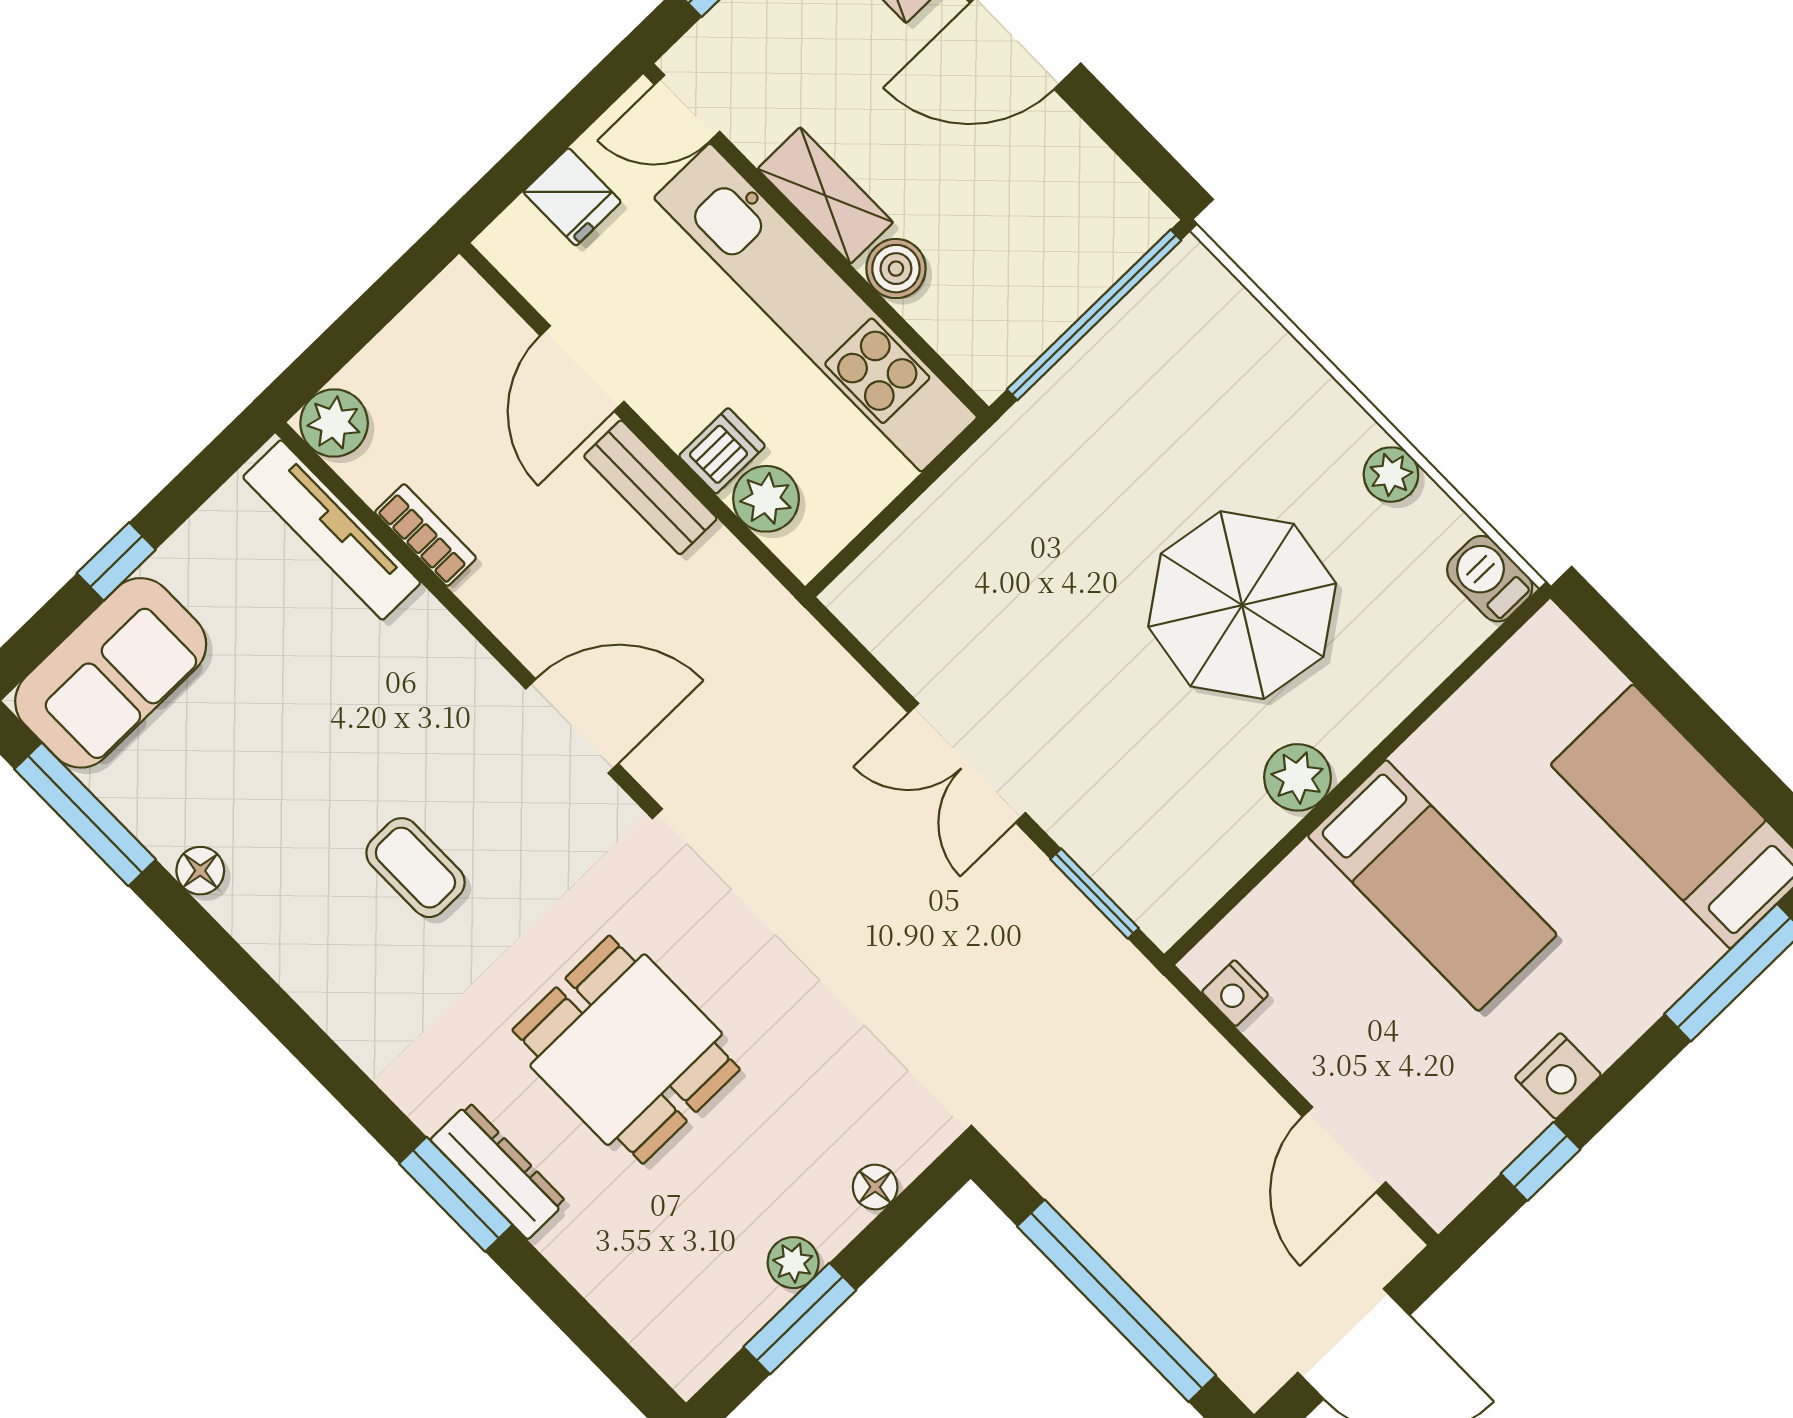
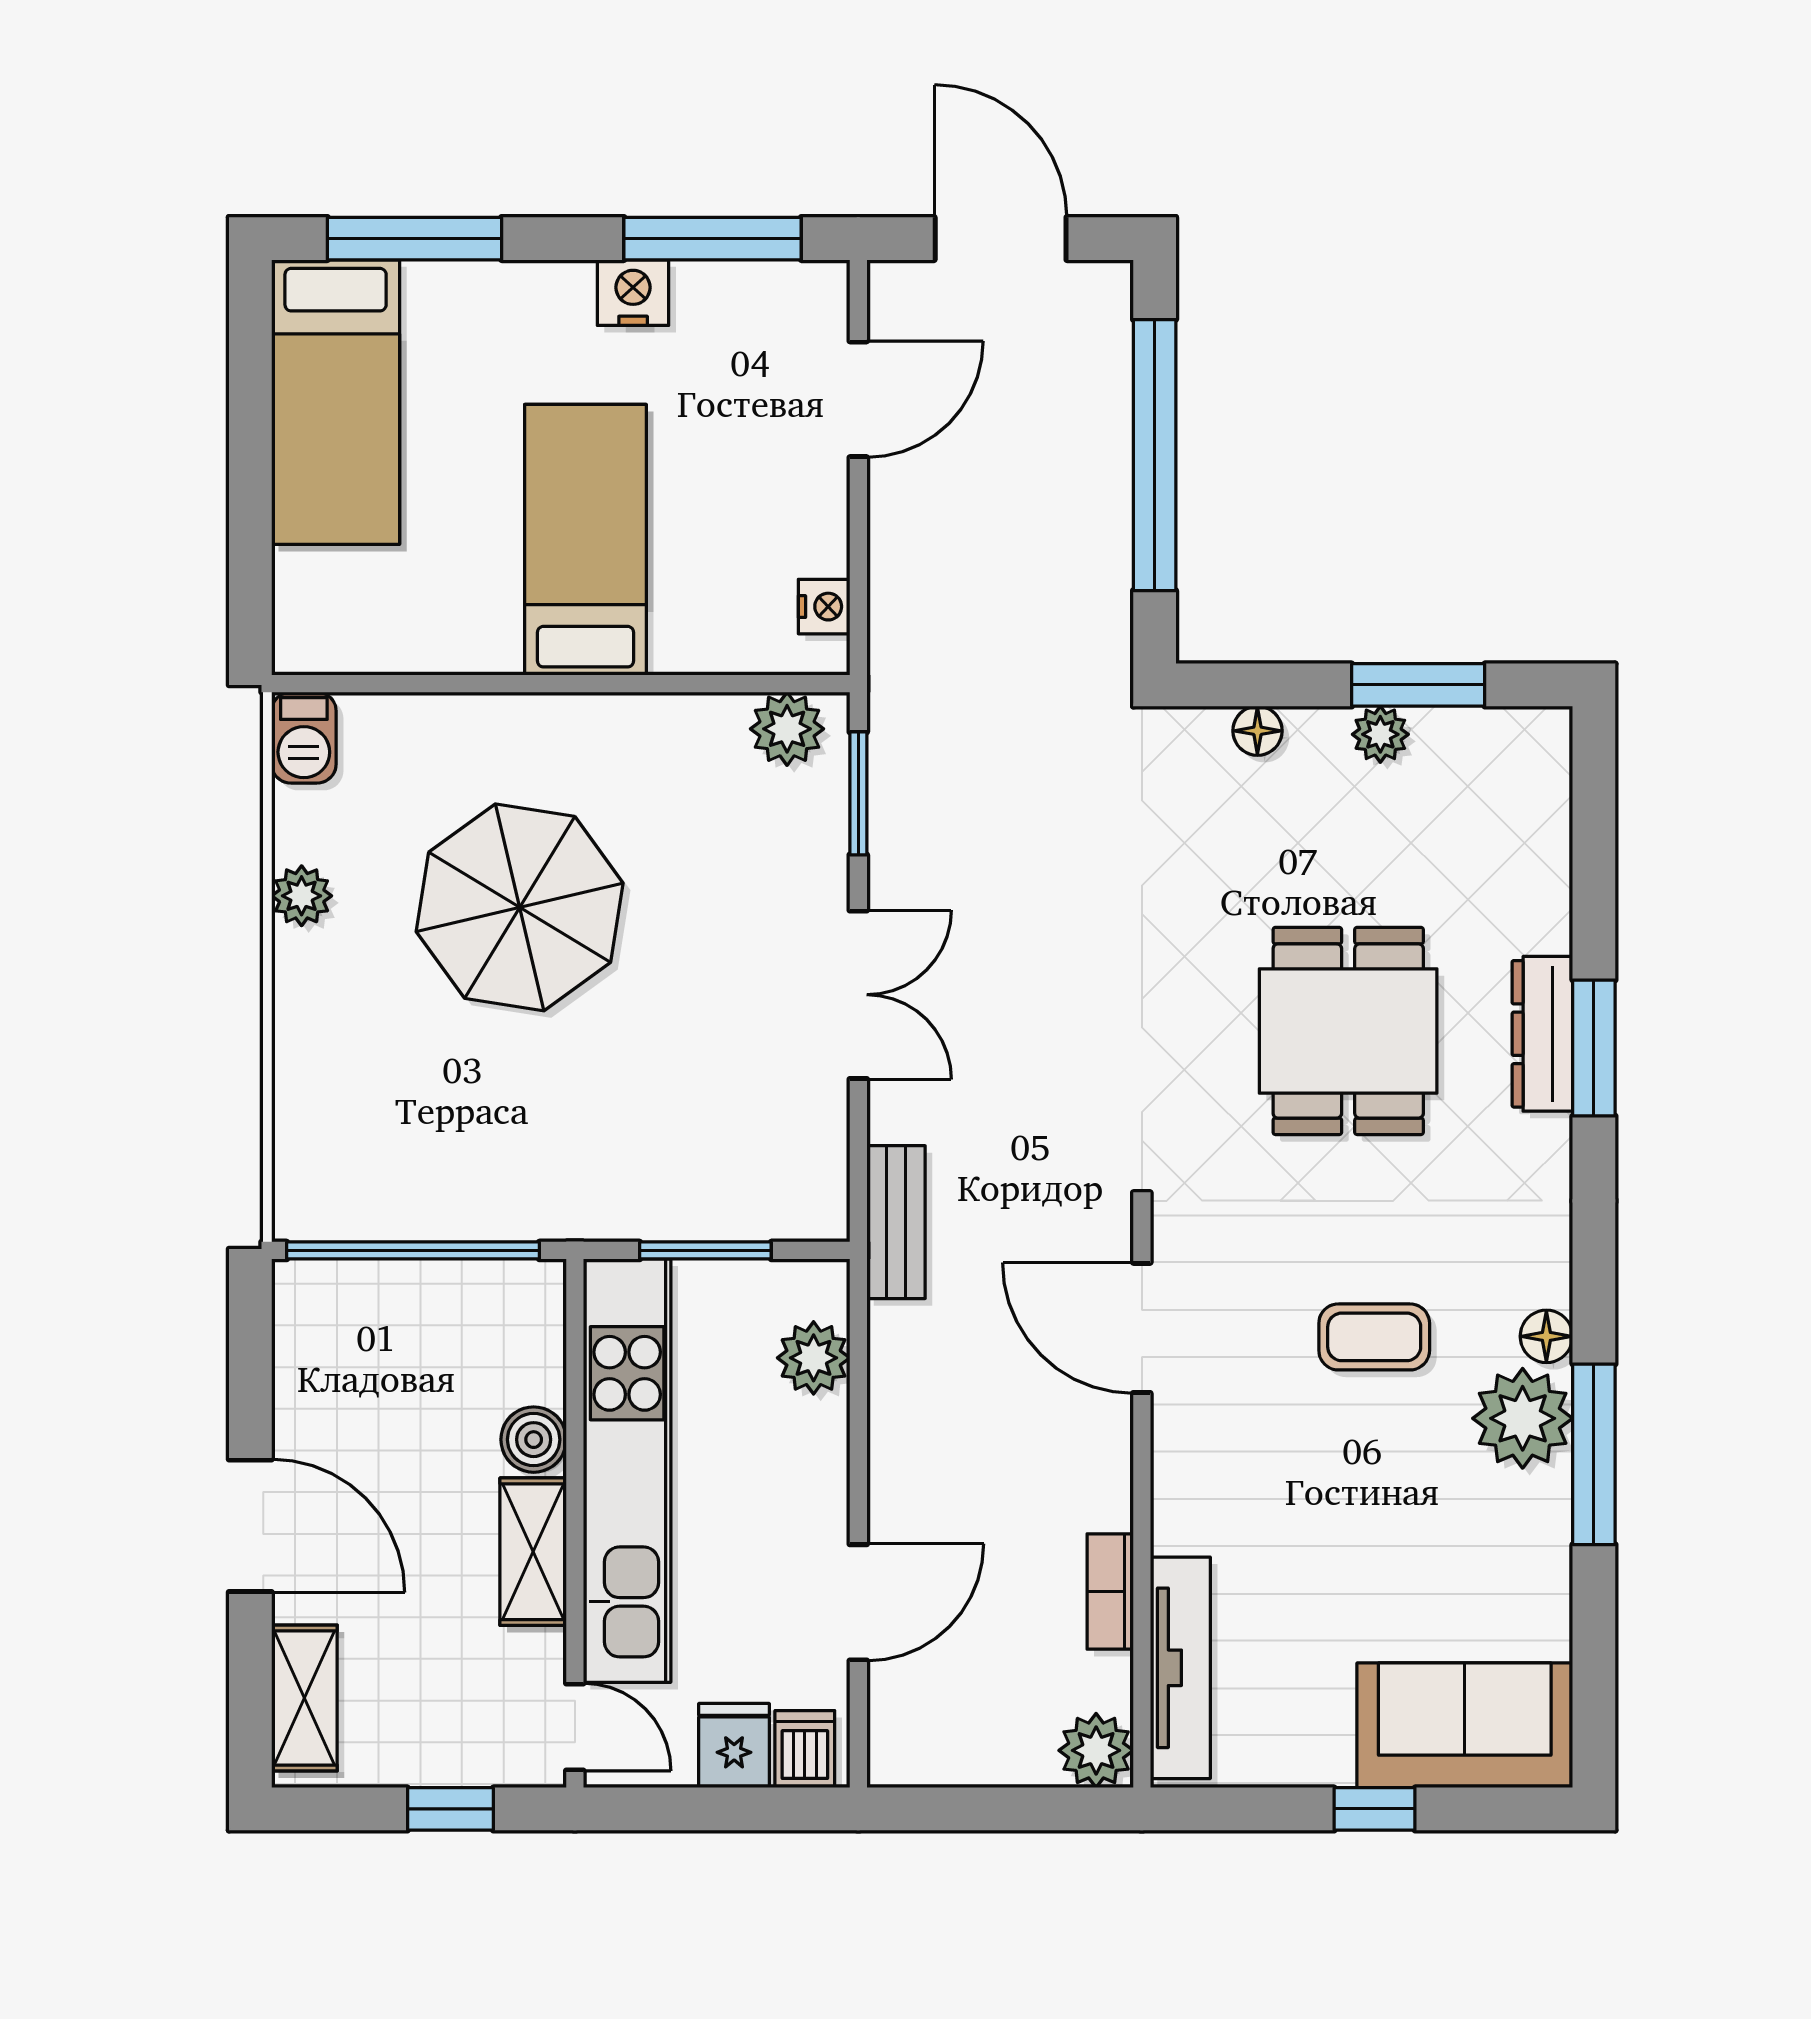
dishwasher: (722, 451) -> (805, 1749), moved, turned 90
bench: (650, 487) -> (896, 1222), moved
window: (904, 500) -> (705, 1250), added
plant: (1297, 777) -> (787, 729), moved
window: (85, 814) -> (1594, 1454), moved
coffee table: (415, 868) -> (1374, 1337), turned 90
floor lamp: (200, 871) -> (1546, 1336), moved
plant: (268, 909) -> (1523, 1418), added
window: (1541, 1161) -> (713, 239), width x2.17

